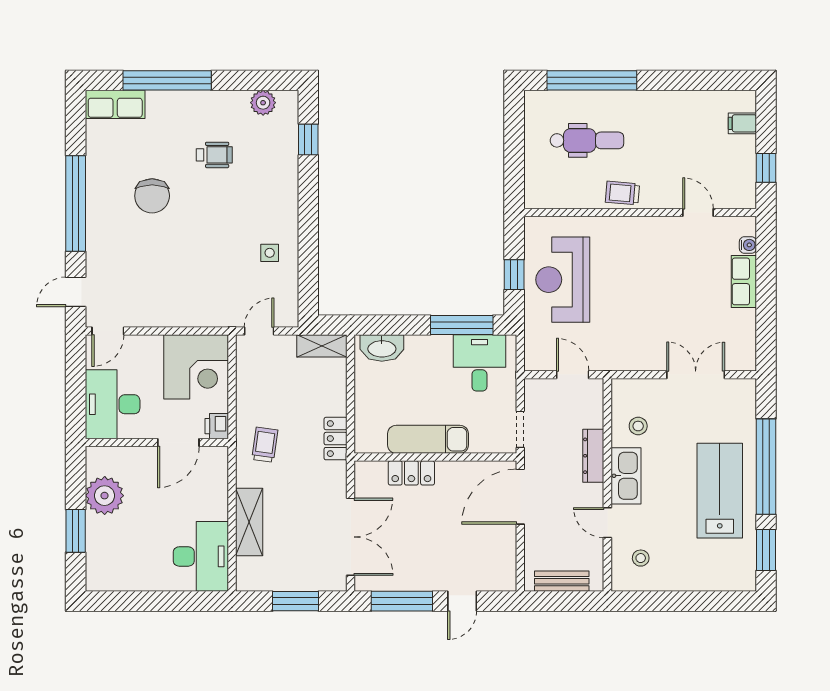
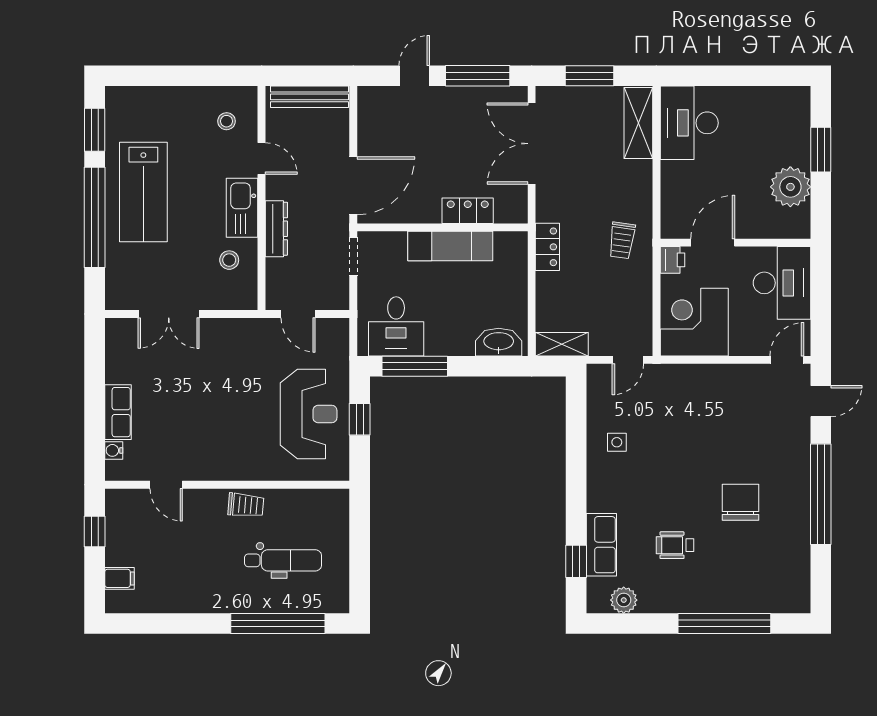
row of seats: (115, 104) -> (601, 545), moved, turned 90
dental chair: (587, 140) -> (283, 560), turned 180
shelving: (249, 522) -> (638, 123), moved
bench: (562, 581) -> (310, 97), width x1.36

